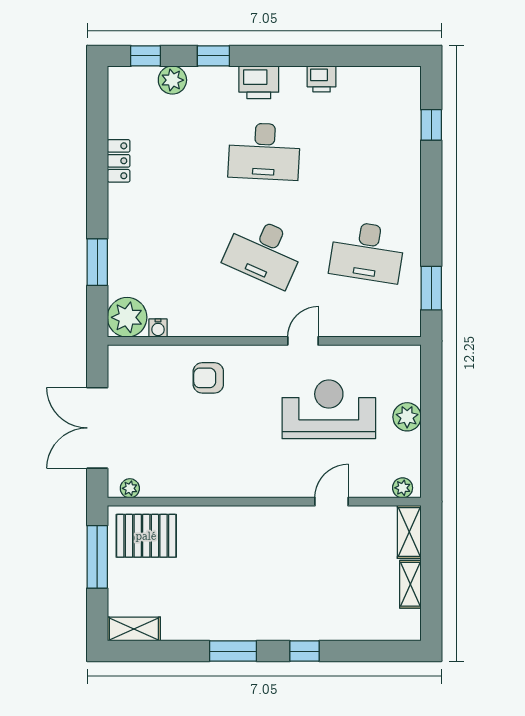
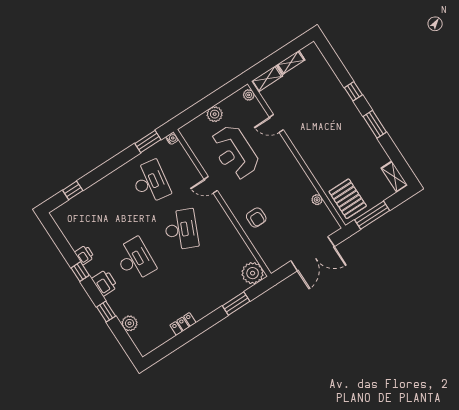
window: (145, 56) -> (80, 272), moved
water cooler: (158, 328) -> (172, 138), moved
plant: (130, 488) -> (317, 200), moved

